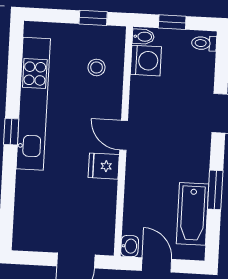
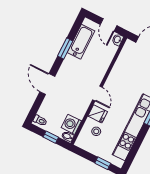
window: (93, 18) -> (103, 163), moved
fridge: (104, 166) -> (98, 114), moved

